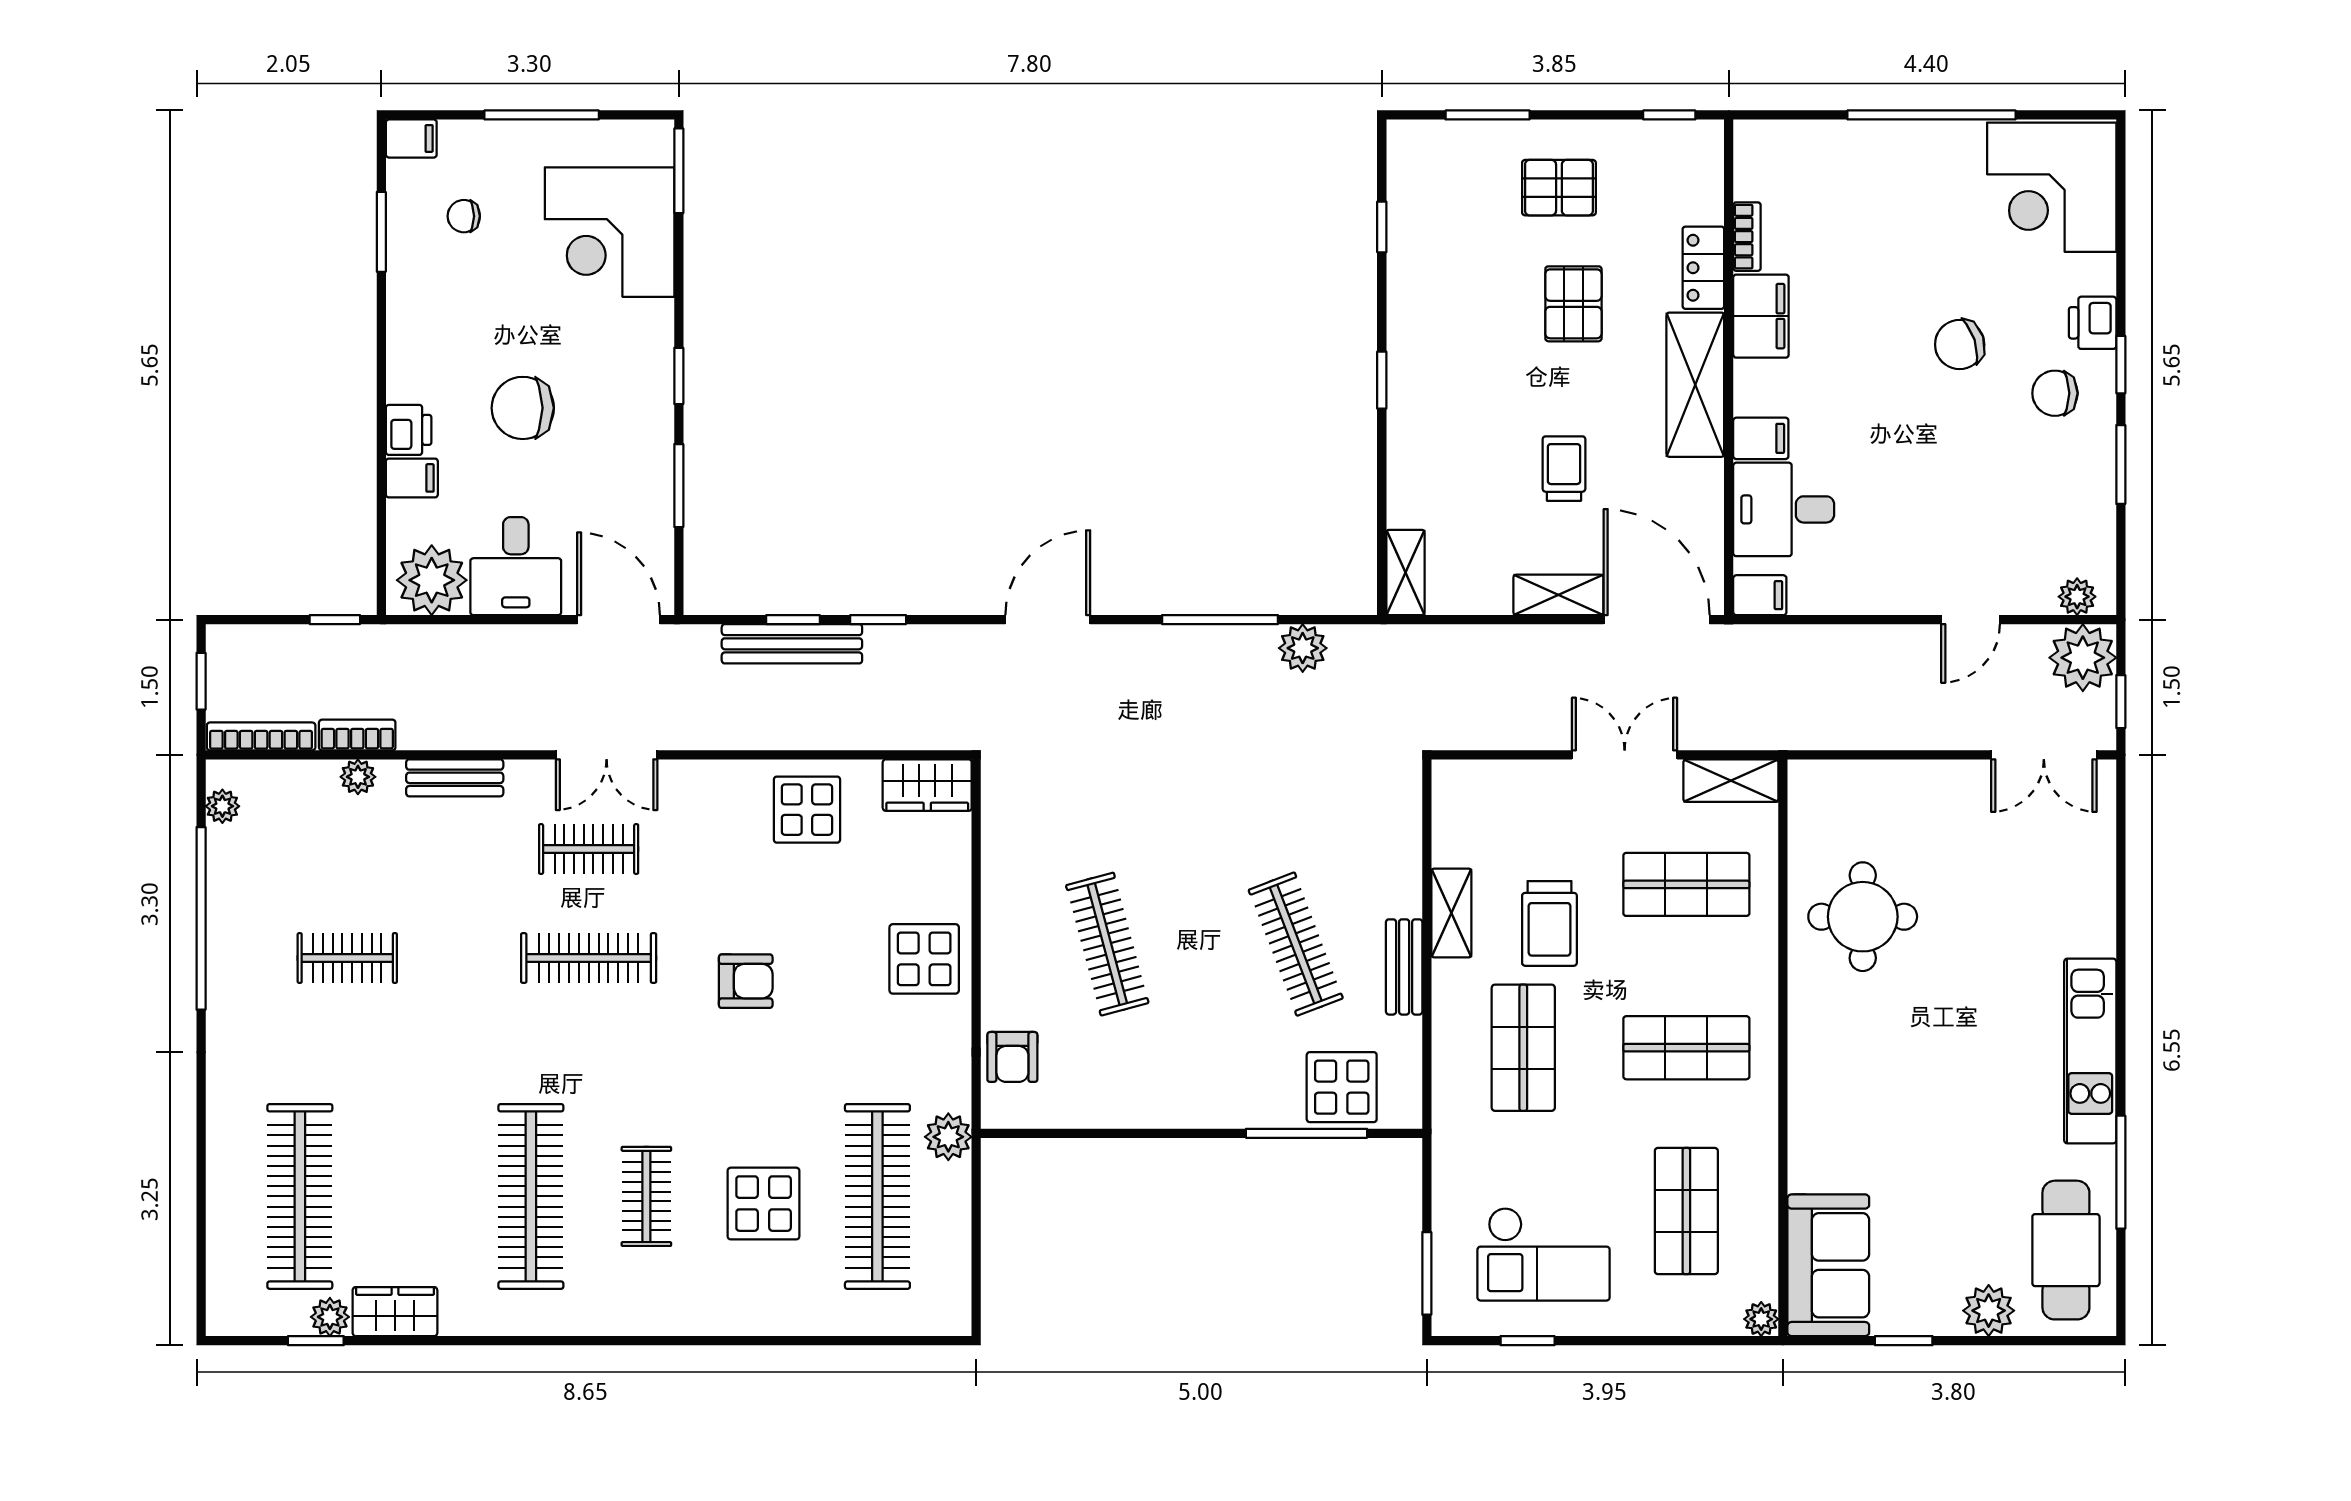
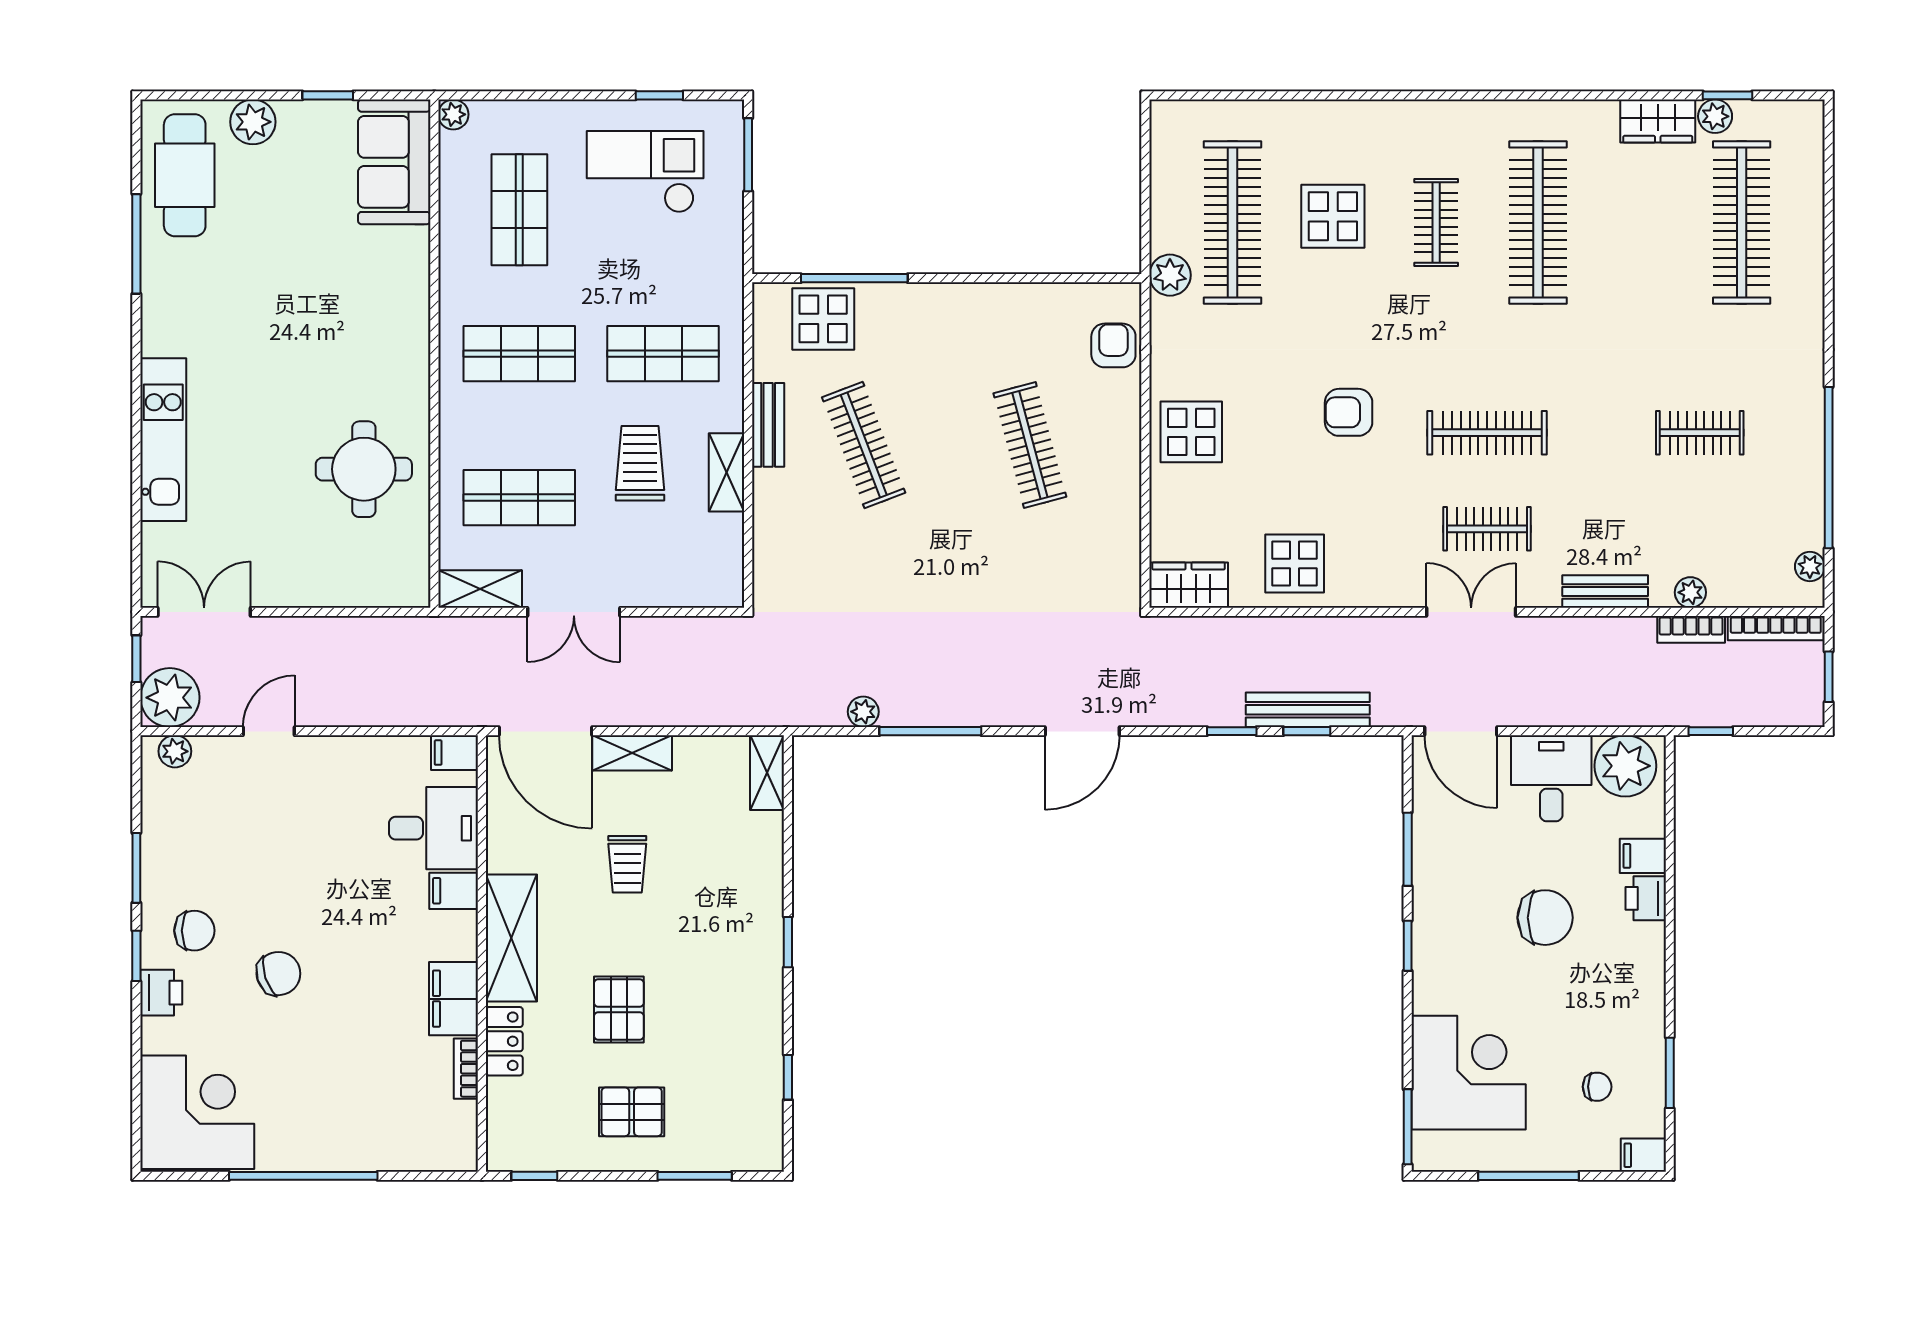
plant: (1303, 648) -> (863, 712), width x0.73, depth x0.73
shop shelf: (1523, 1048) -> (663, 354), turned 90
kitchen unit: (2090, 1051) -> (163, 440), moved

